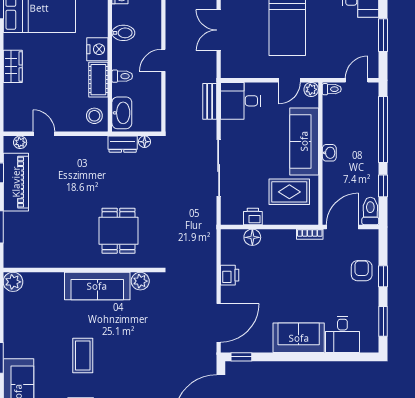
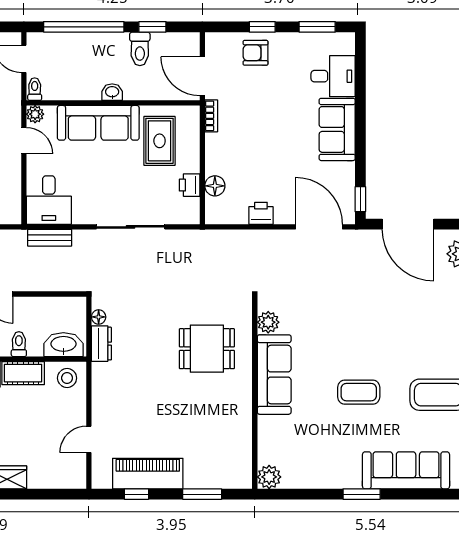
plant: (20, 142) -> (99, 468), removed
toilet: (370, 211) -> (140, 49), moved, turned -90

